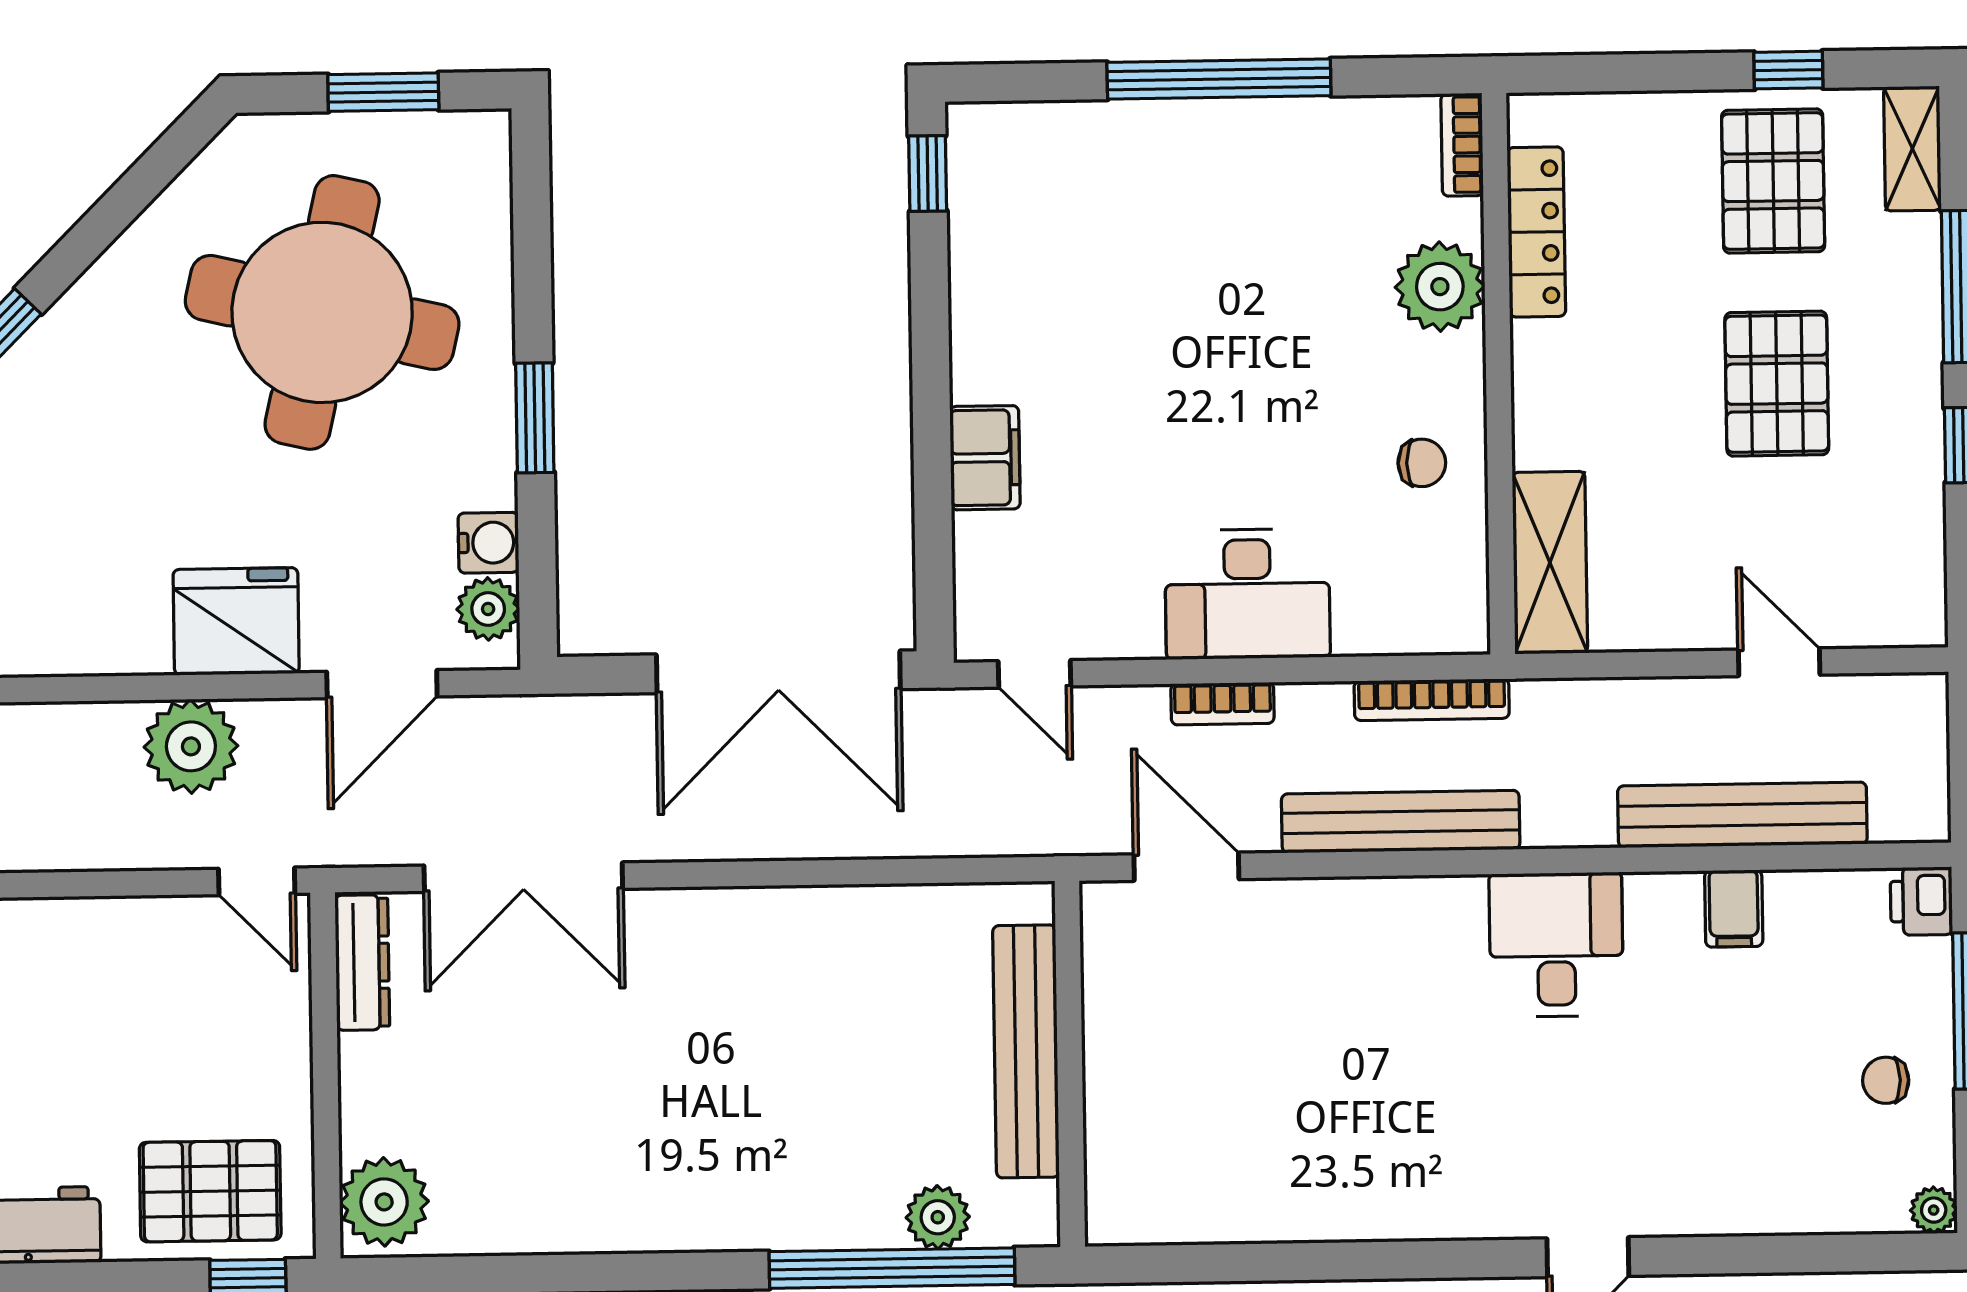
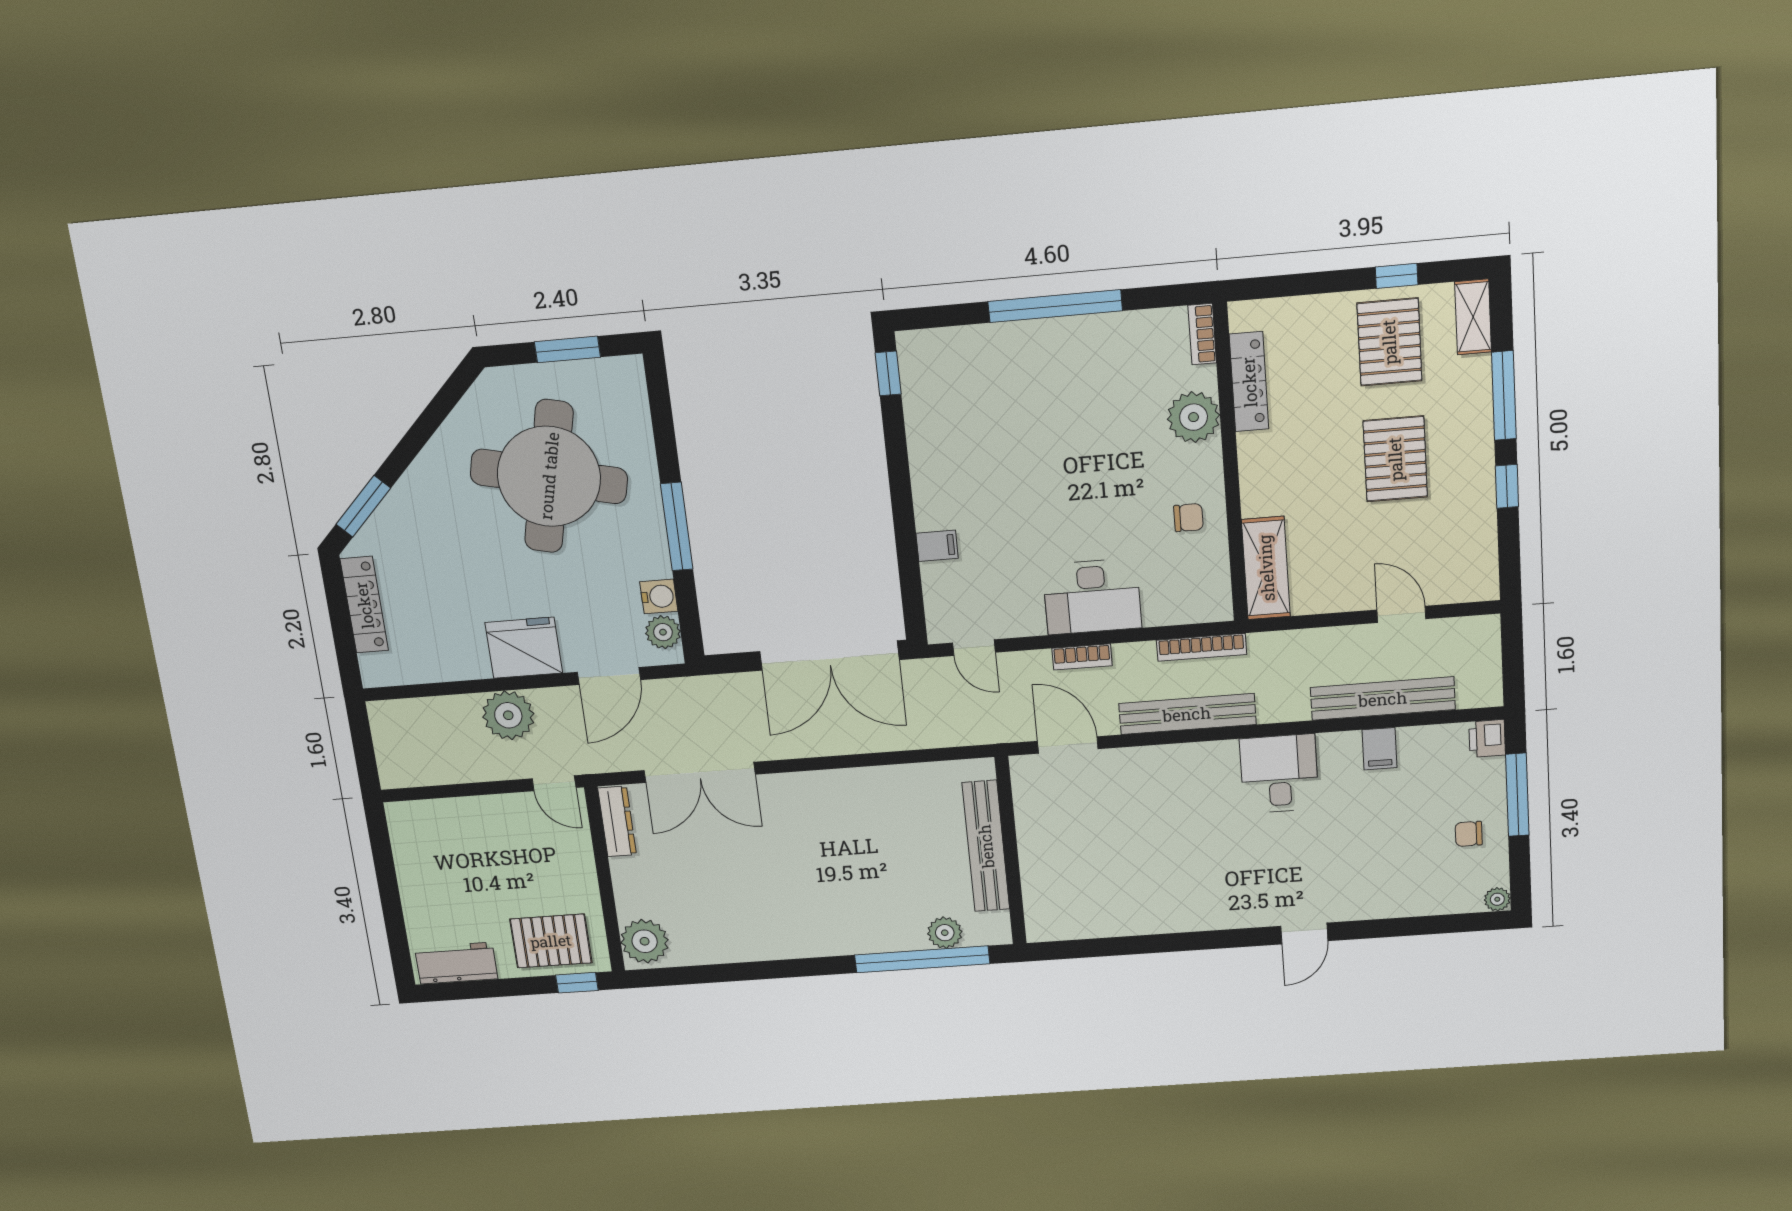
window: (535, 418) -> (677, 527), width x1.44
filing cabinet: (985, 458) -> (937, 546), width x0.50

